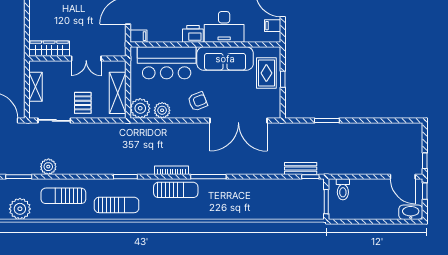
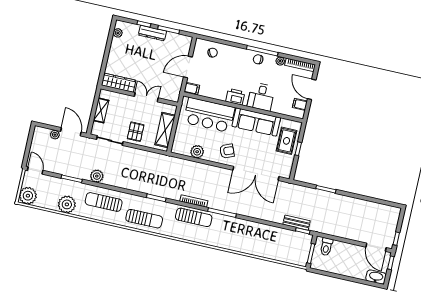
desk: (224, 27) -> (261, 97), width x0.73
double door: (86, 59) -> (146, 97), swing flipped
plant: (140, 108) -> (180, 146), removed

